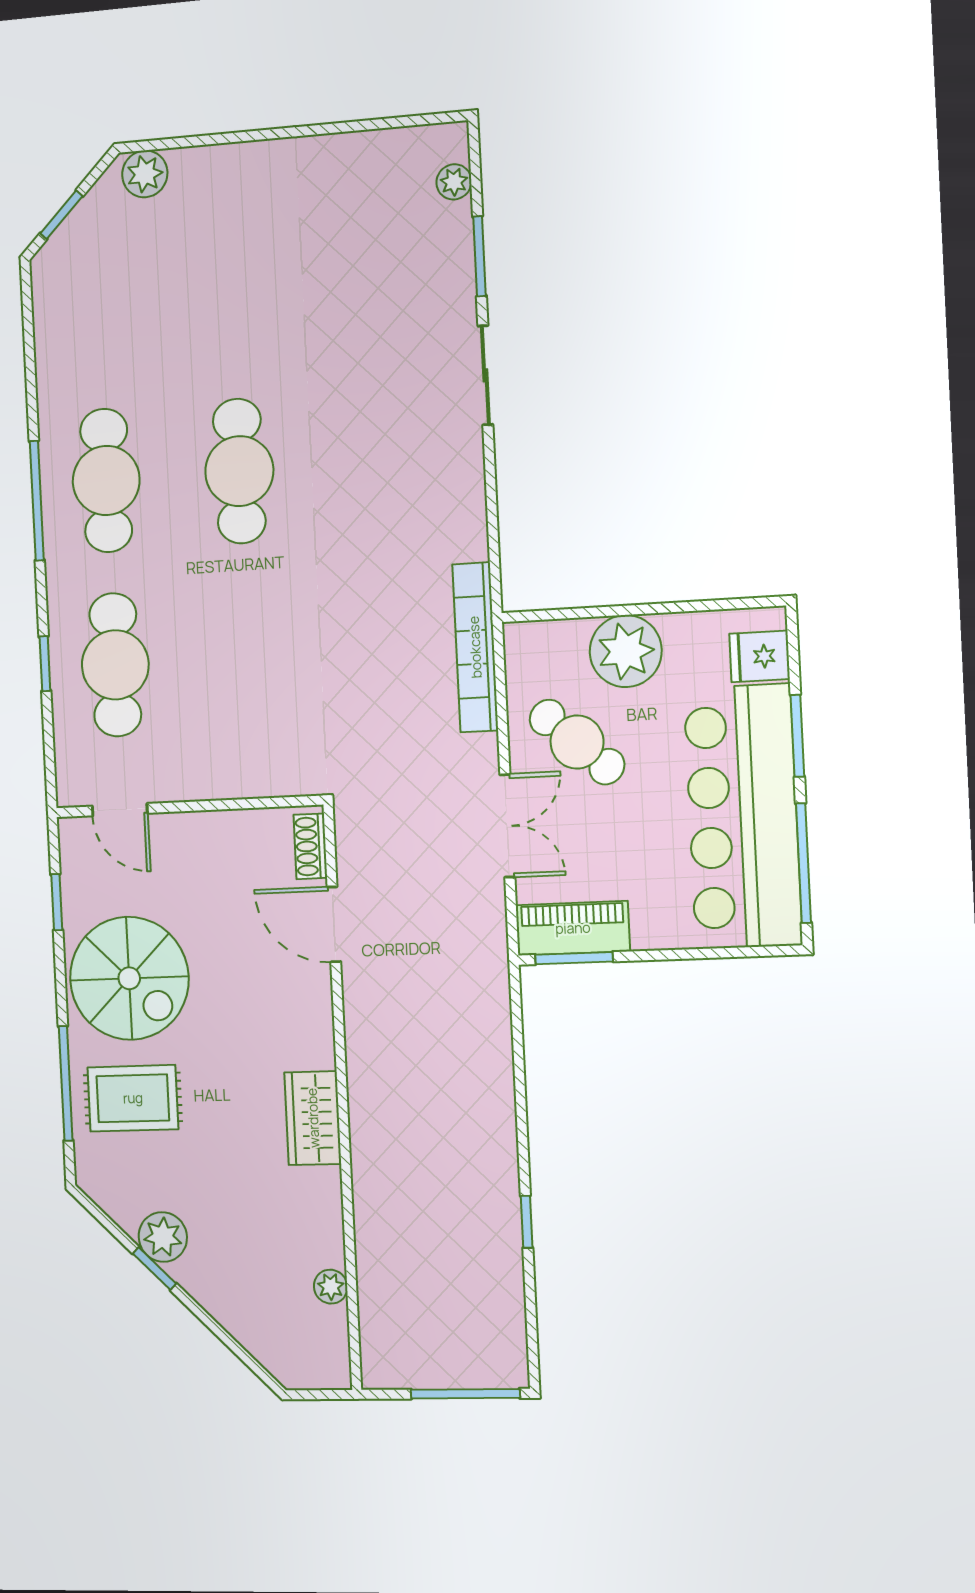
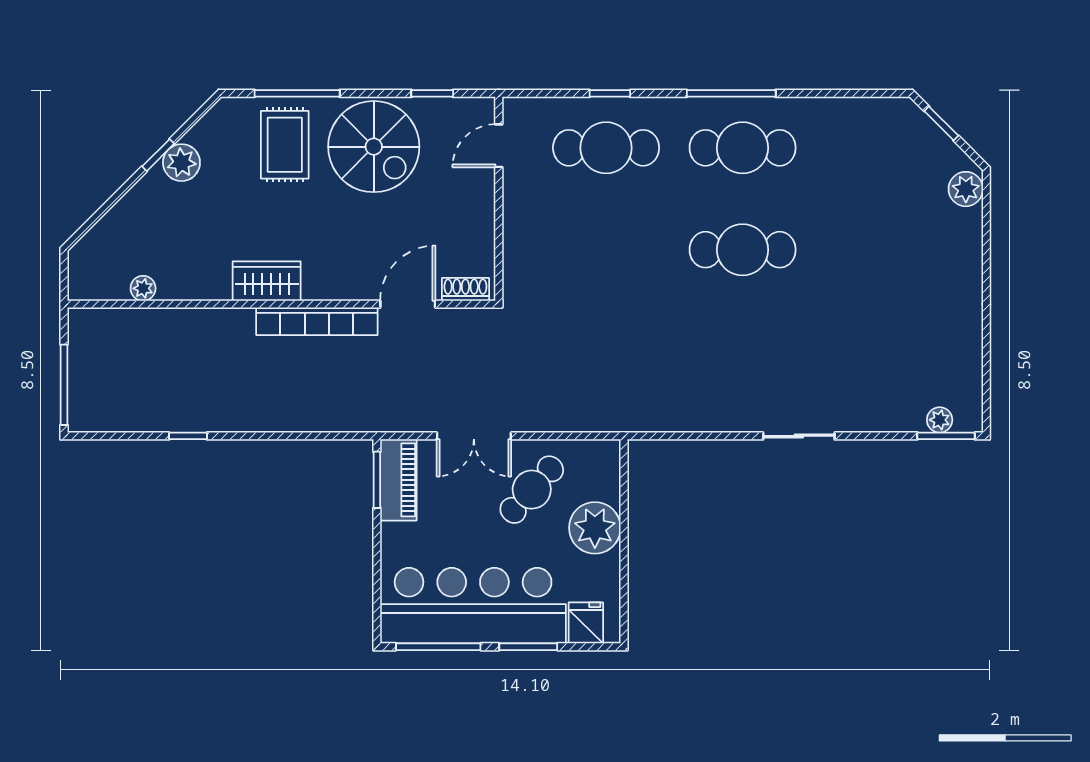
window: (480, 256) -> (946, 436), moved
bookcase: (475, 647) -> (317, 321), moved, turned 180
spiral stairs: (129, 978) -> (374, 147), turned -90

